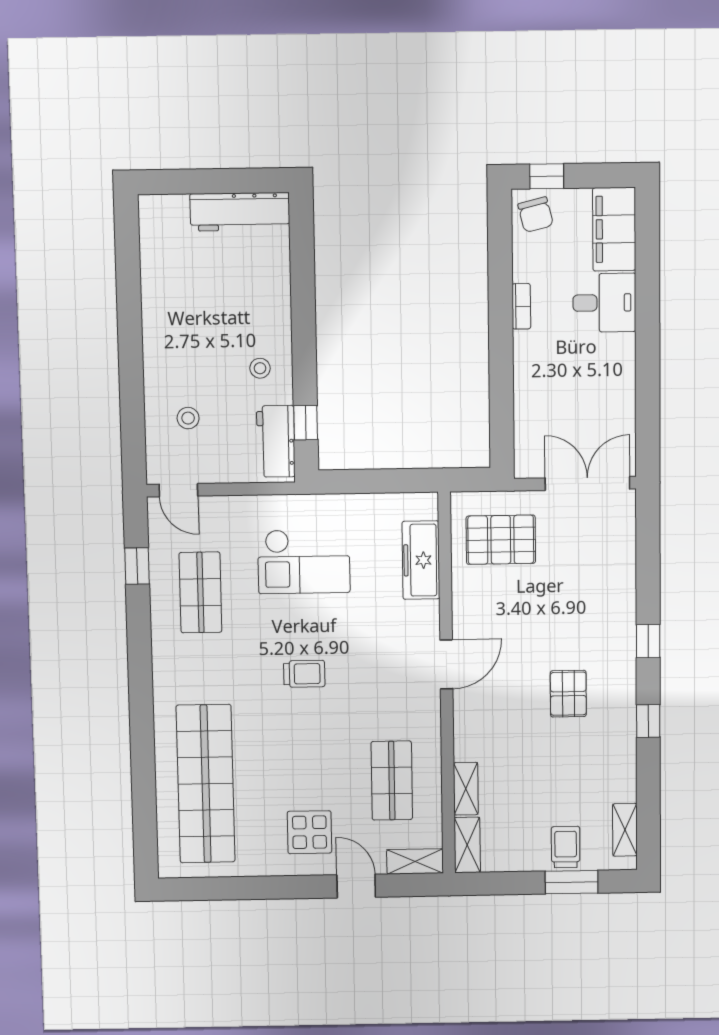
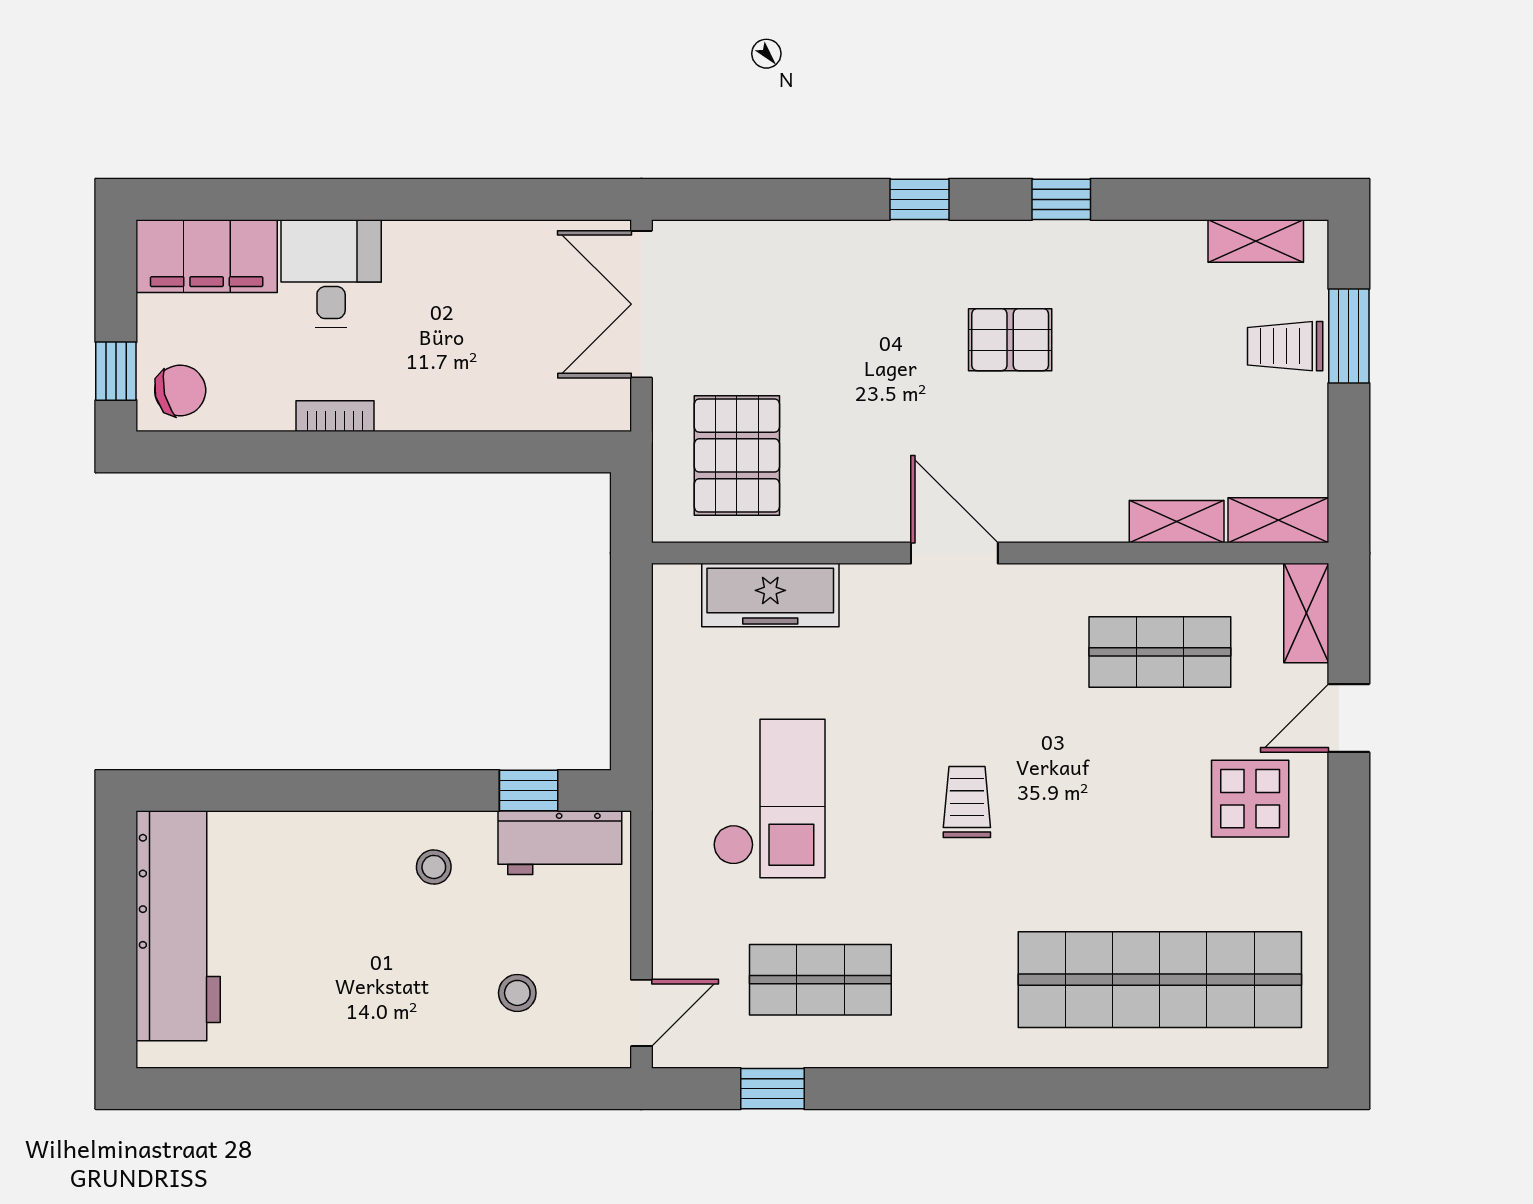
workbench: (240, 212) -> (178, 926), width x1.36, depth x1.32

